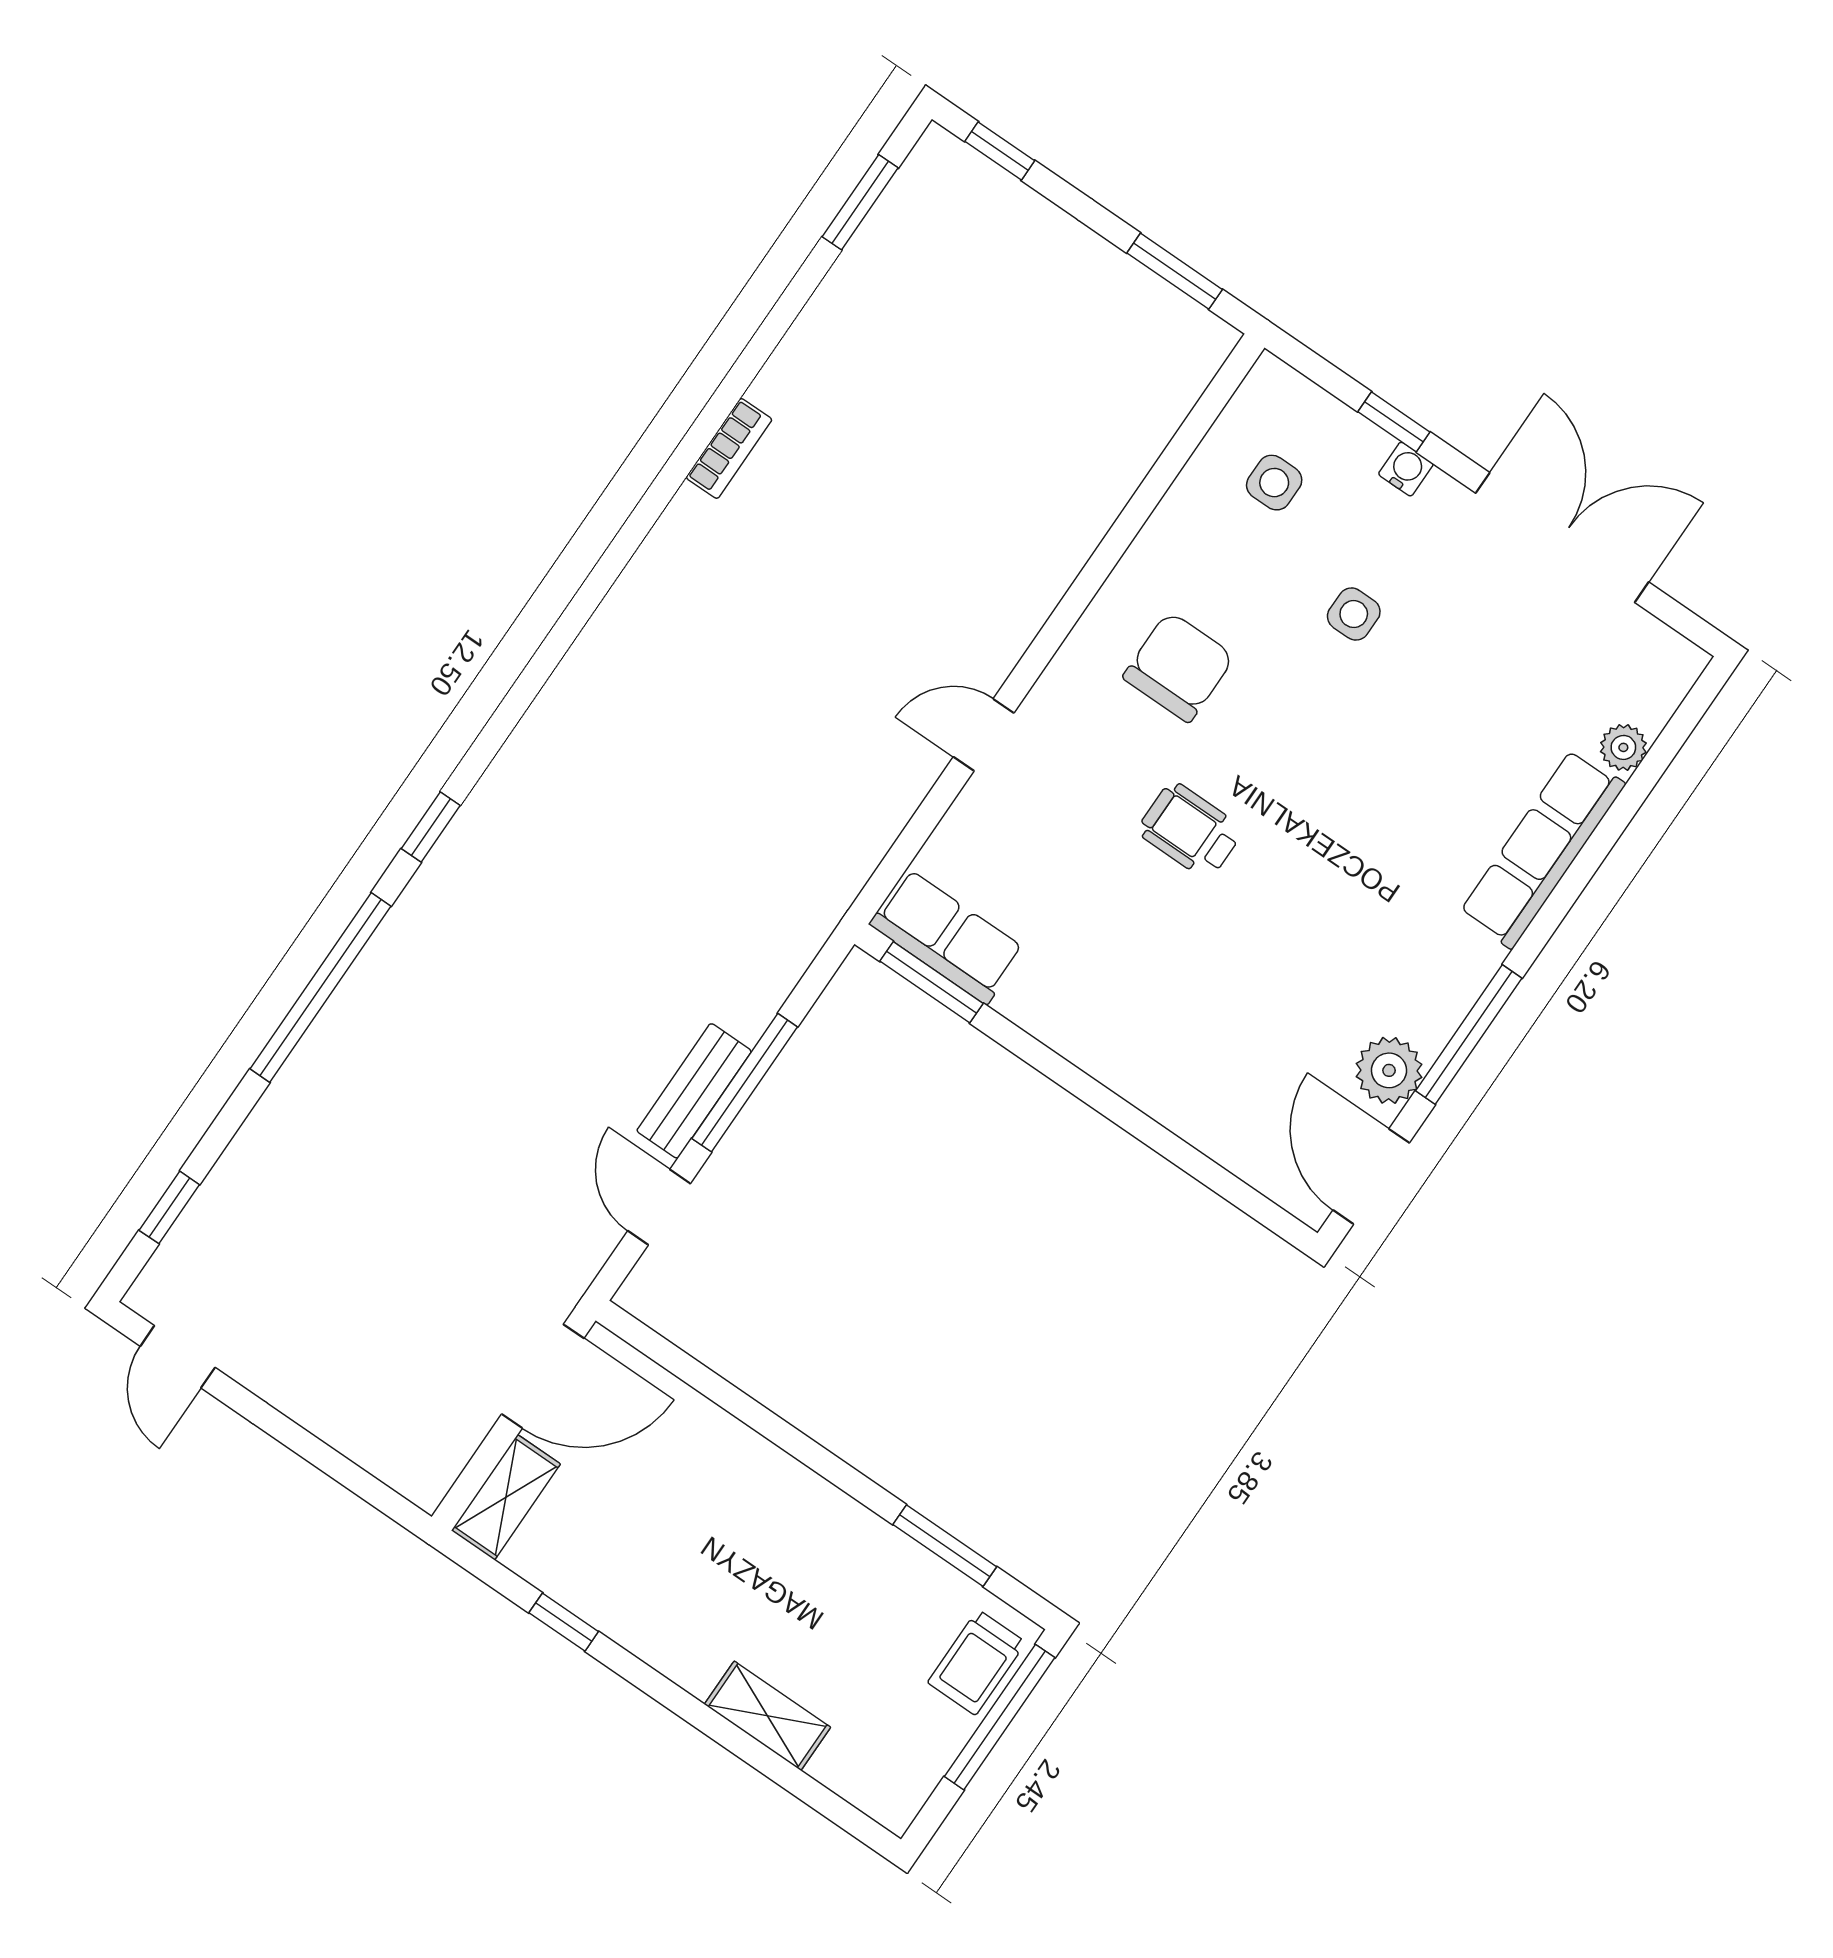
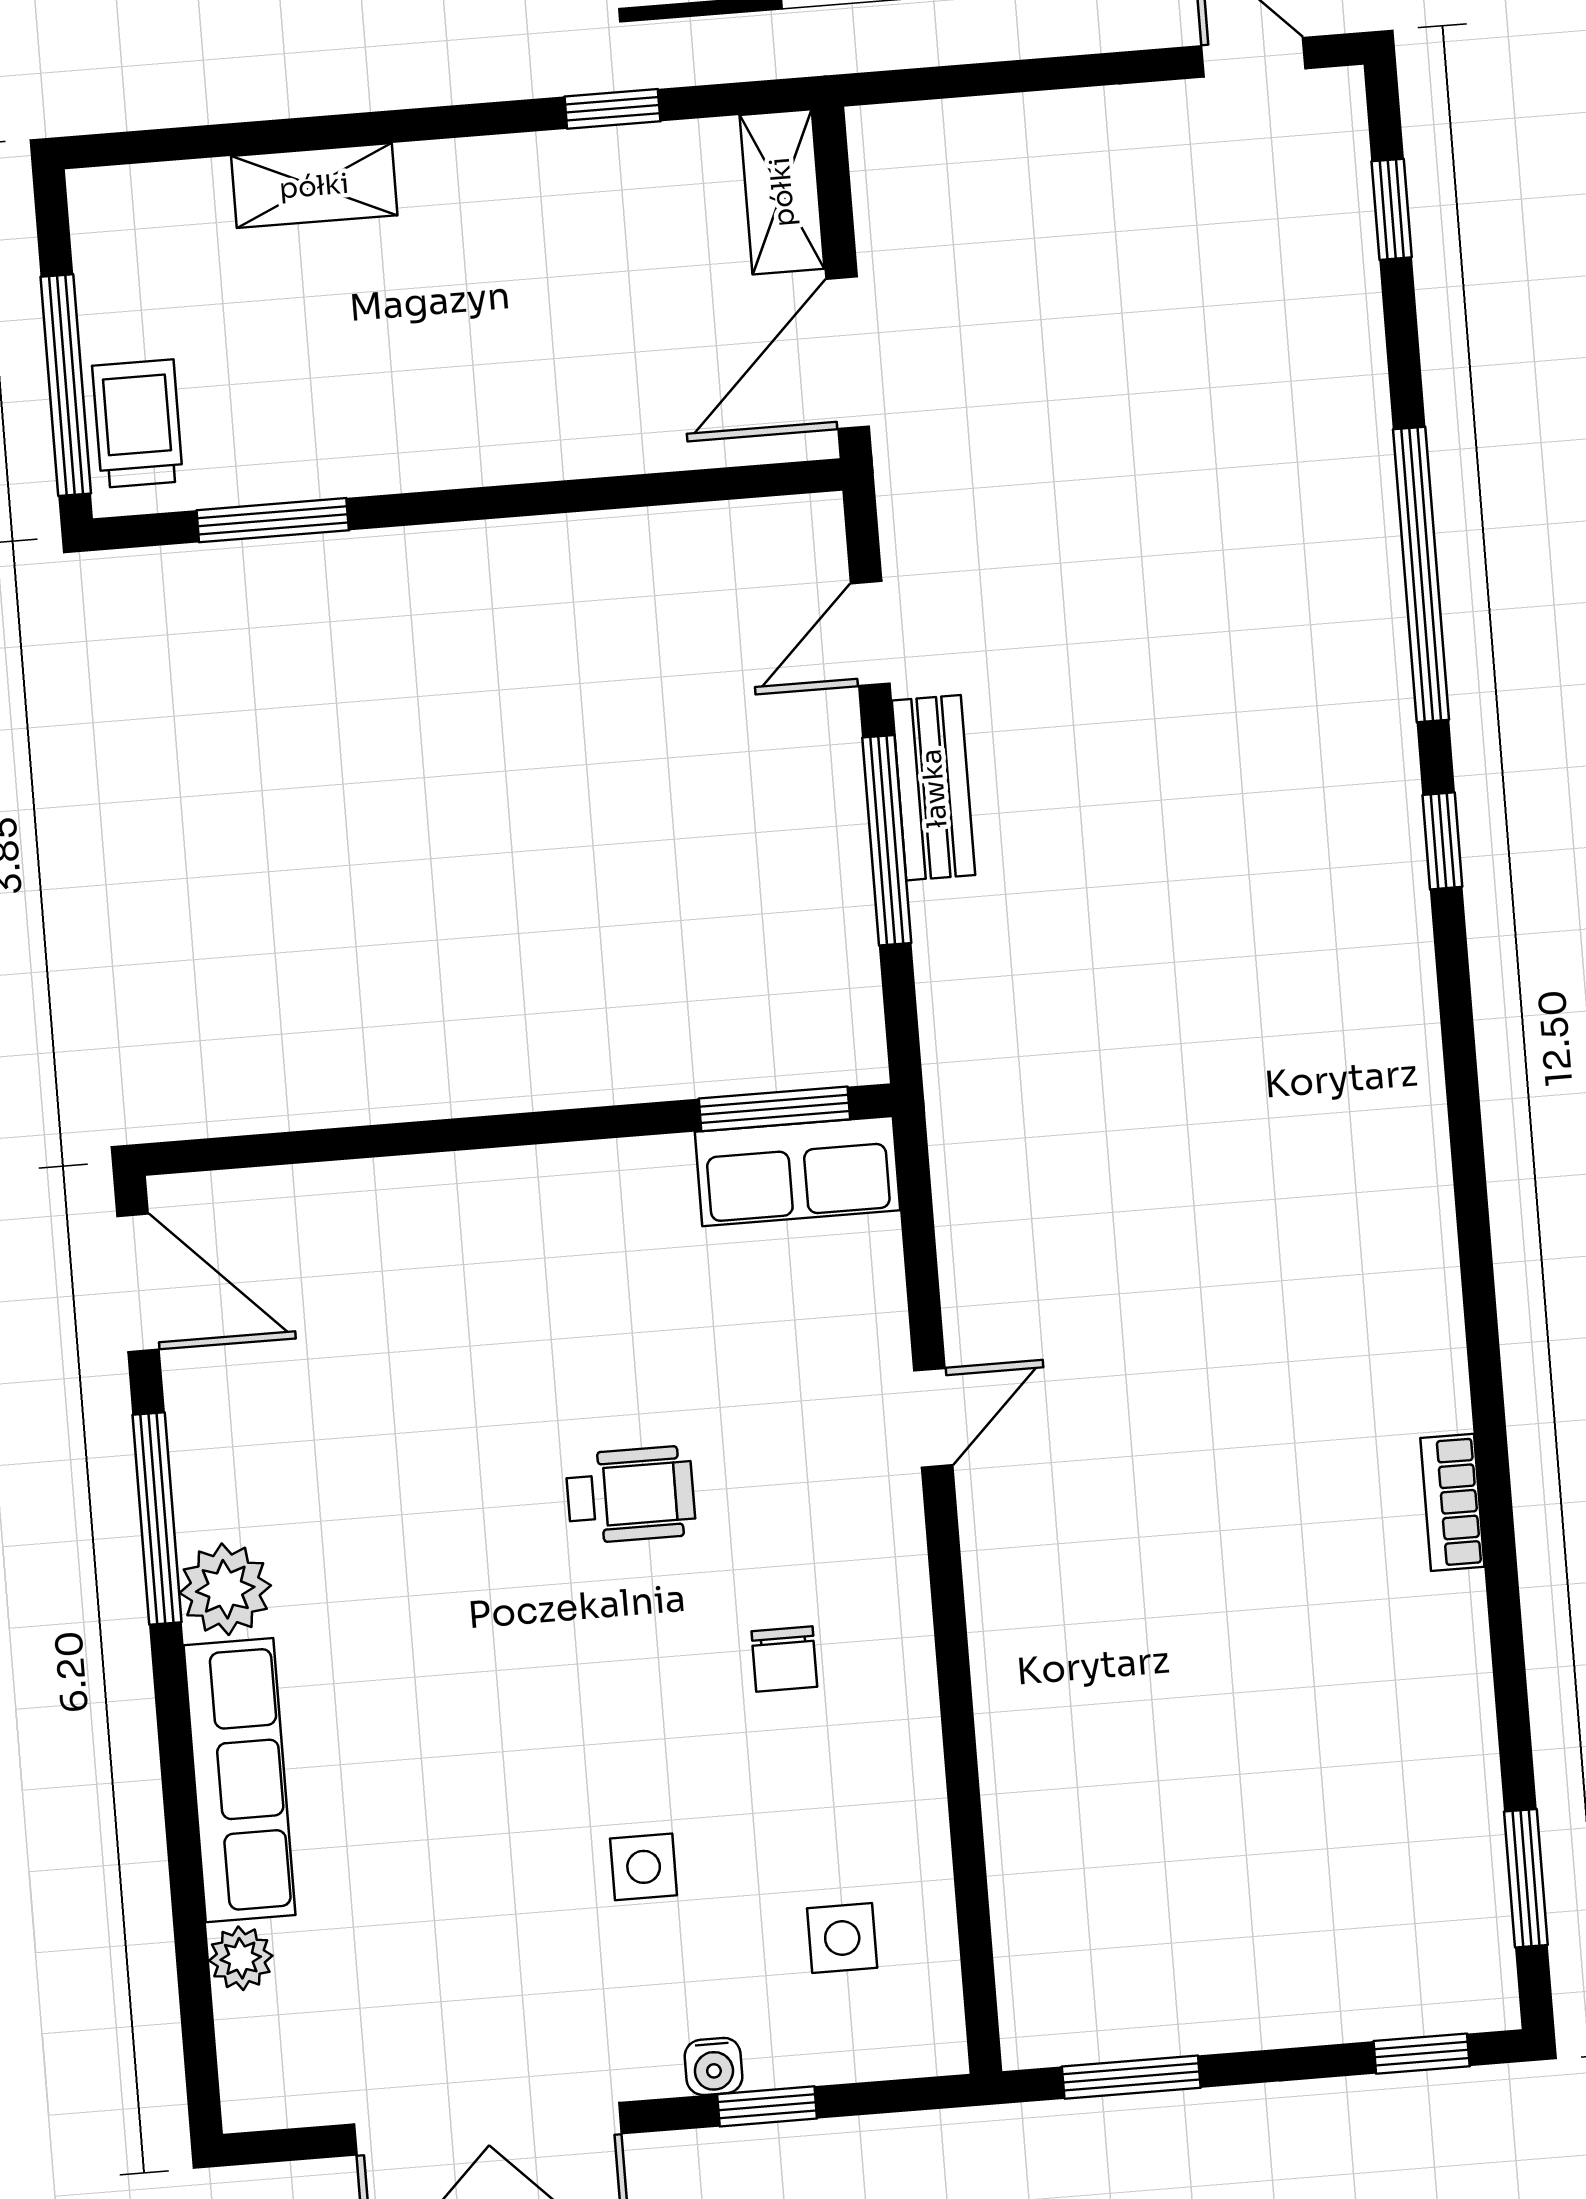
chair: (1179, 667) -> (784, 1659), width x0.54, depth x0.54
plant: (1389, 1070) -> (225, 1589), moved
door: (659, 1207) -> (870, 634), swing flipped

